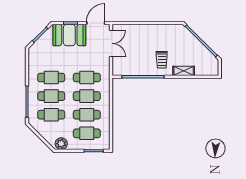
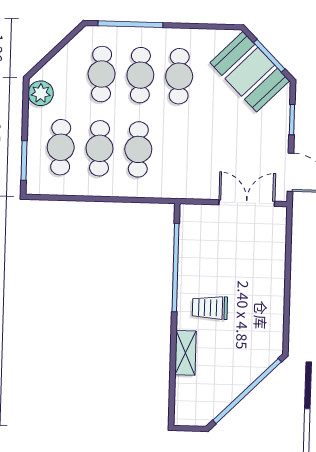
booth: (69, 35) -> (250, 72), moved, turned -45
double door: (111, 43) -> (247, 203), swing flipped
cafe table: (87, 78) -> (177, 150), removed

